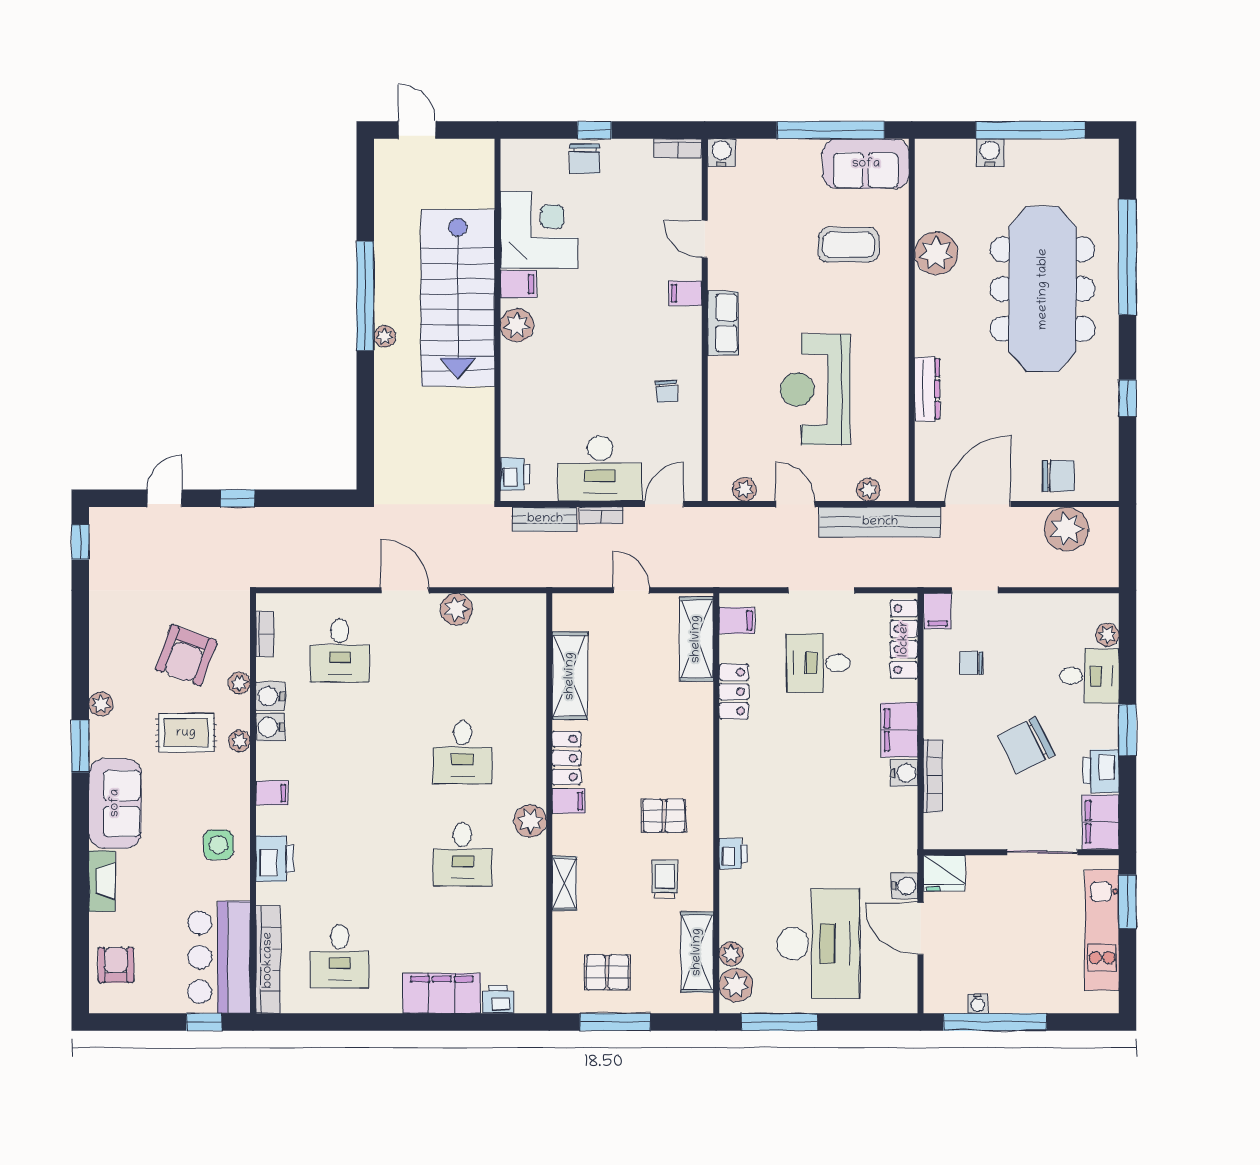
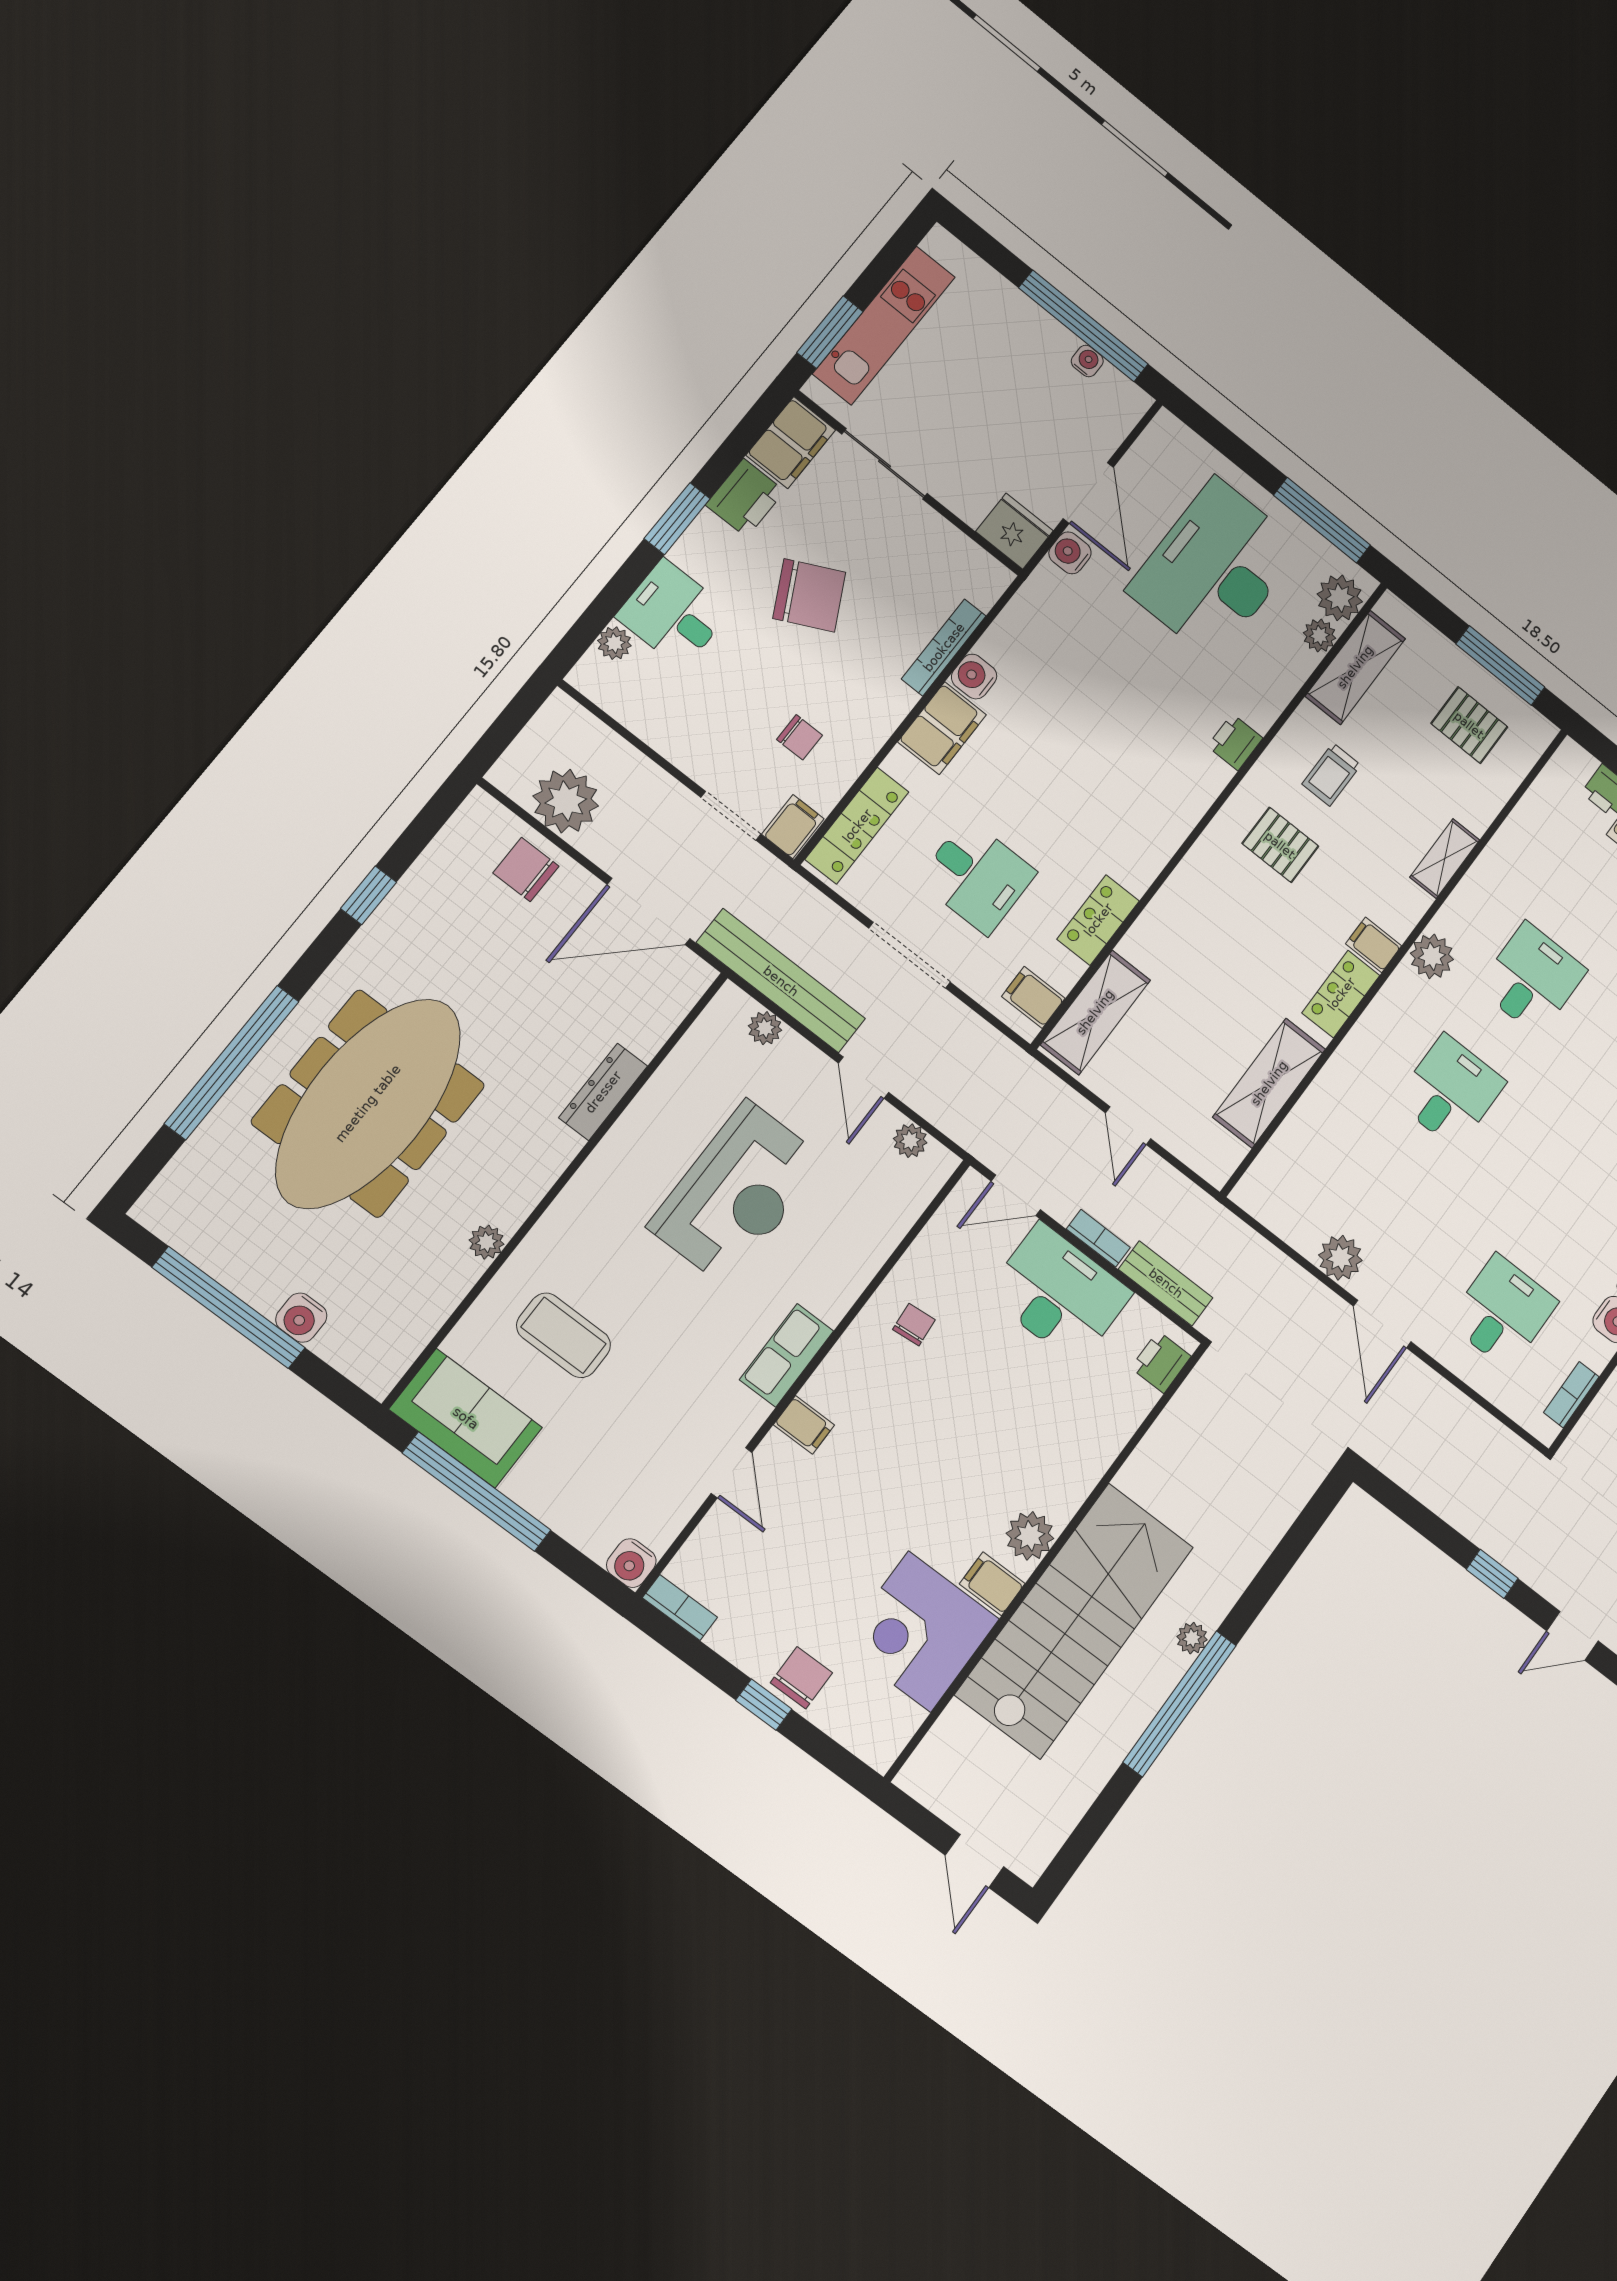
plant: (936, 253) -> (486, 1242), width x0.53, depth x0.53

